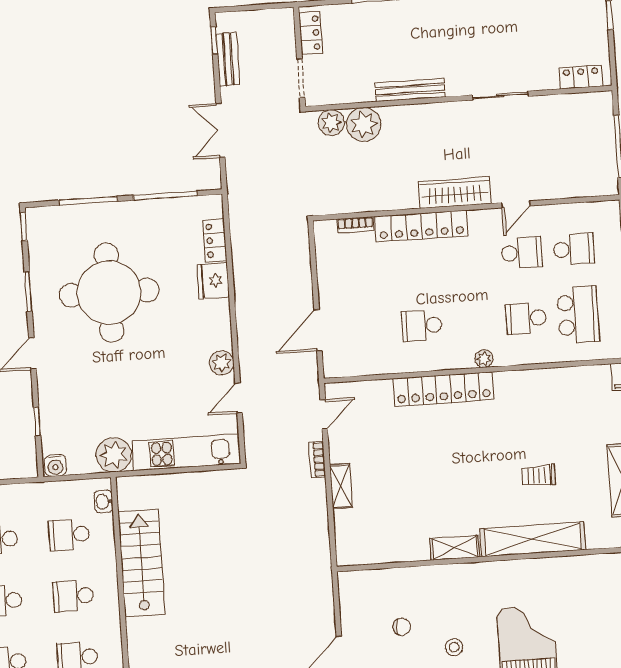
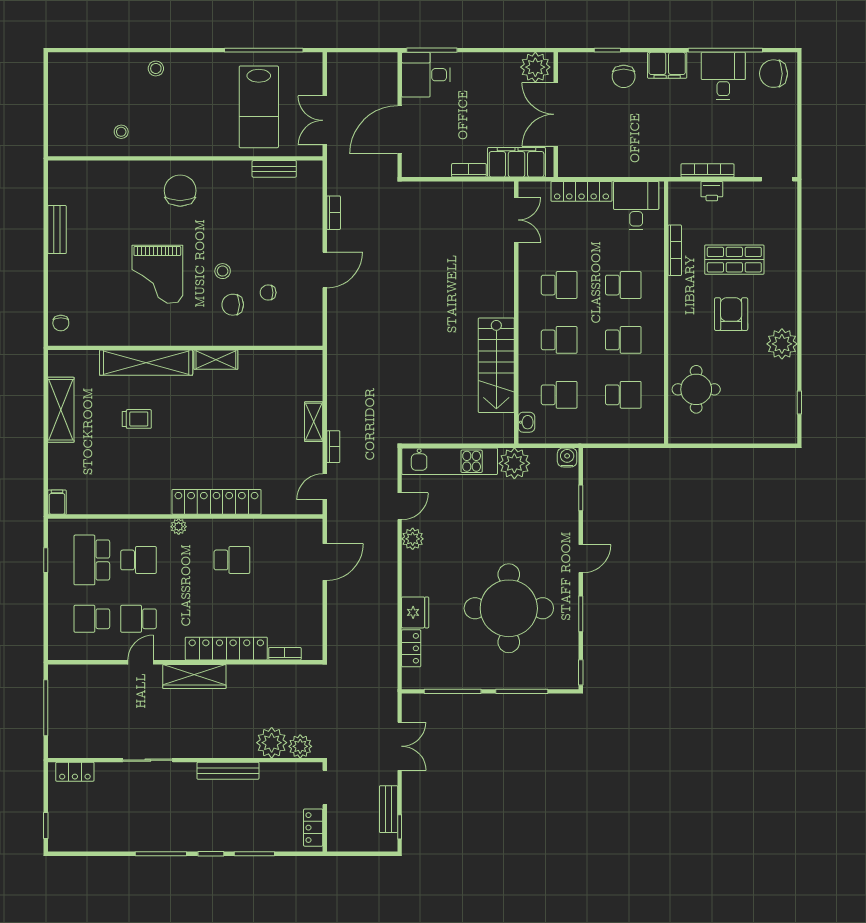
chair: (440, 610) -> (233, 305), added

